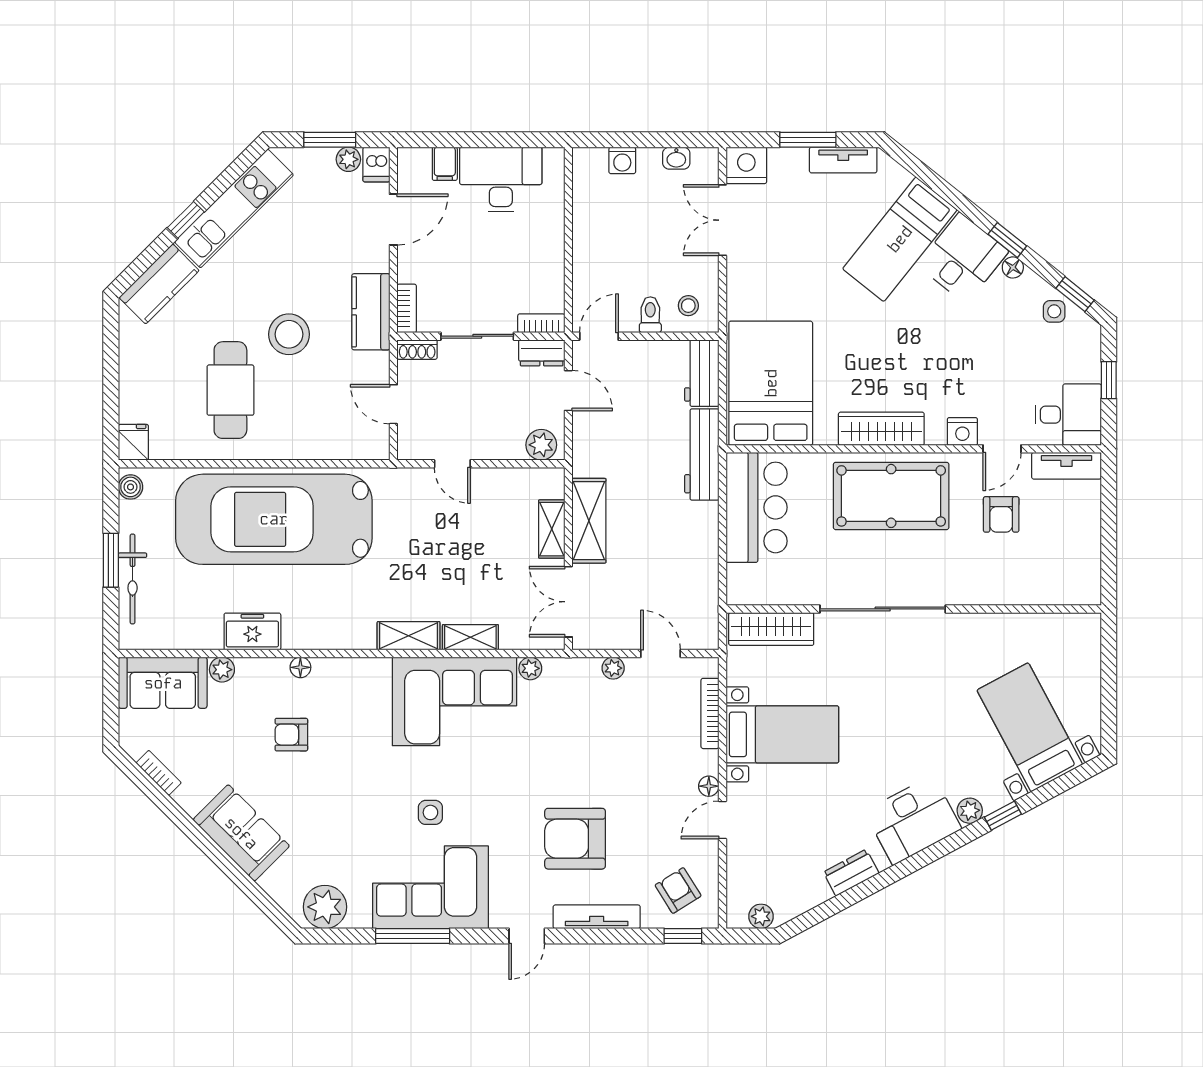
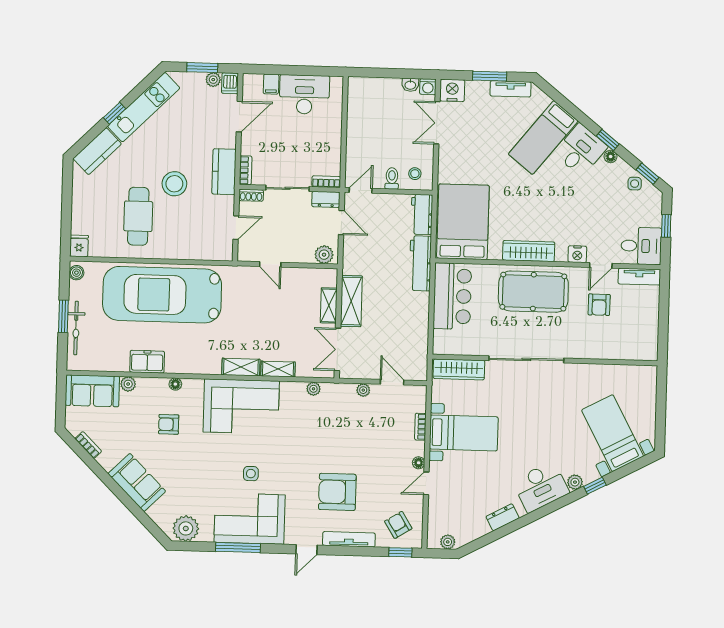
washing machine: (622, 160) -> (428, 87), moved
door: (393, 404) -> (236, 228), swing flipped
corner sofa: (454, 701) -> (241, 406), moved
bookcase: (710, 713) -> (420, 427), width x0.64

